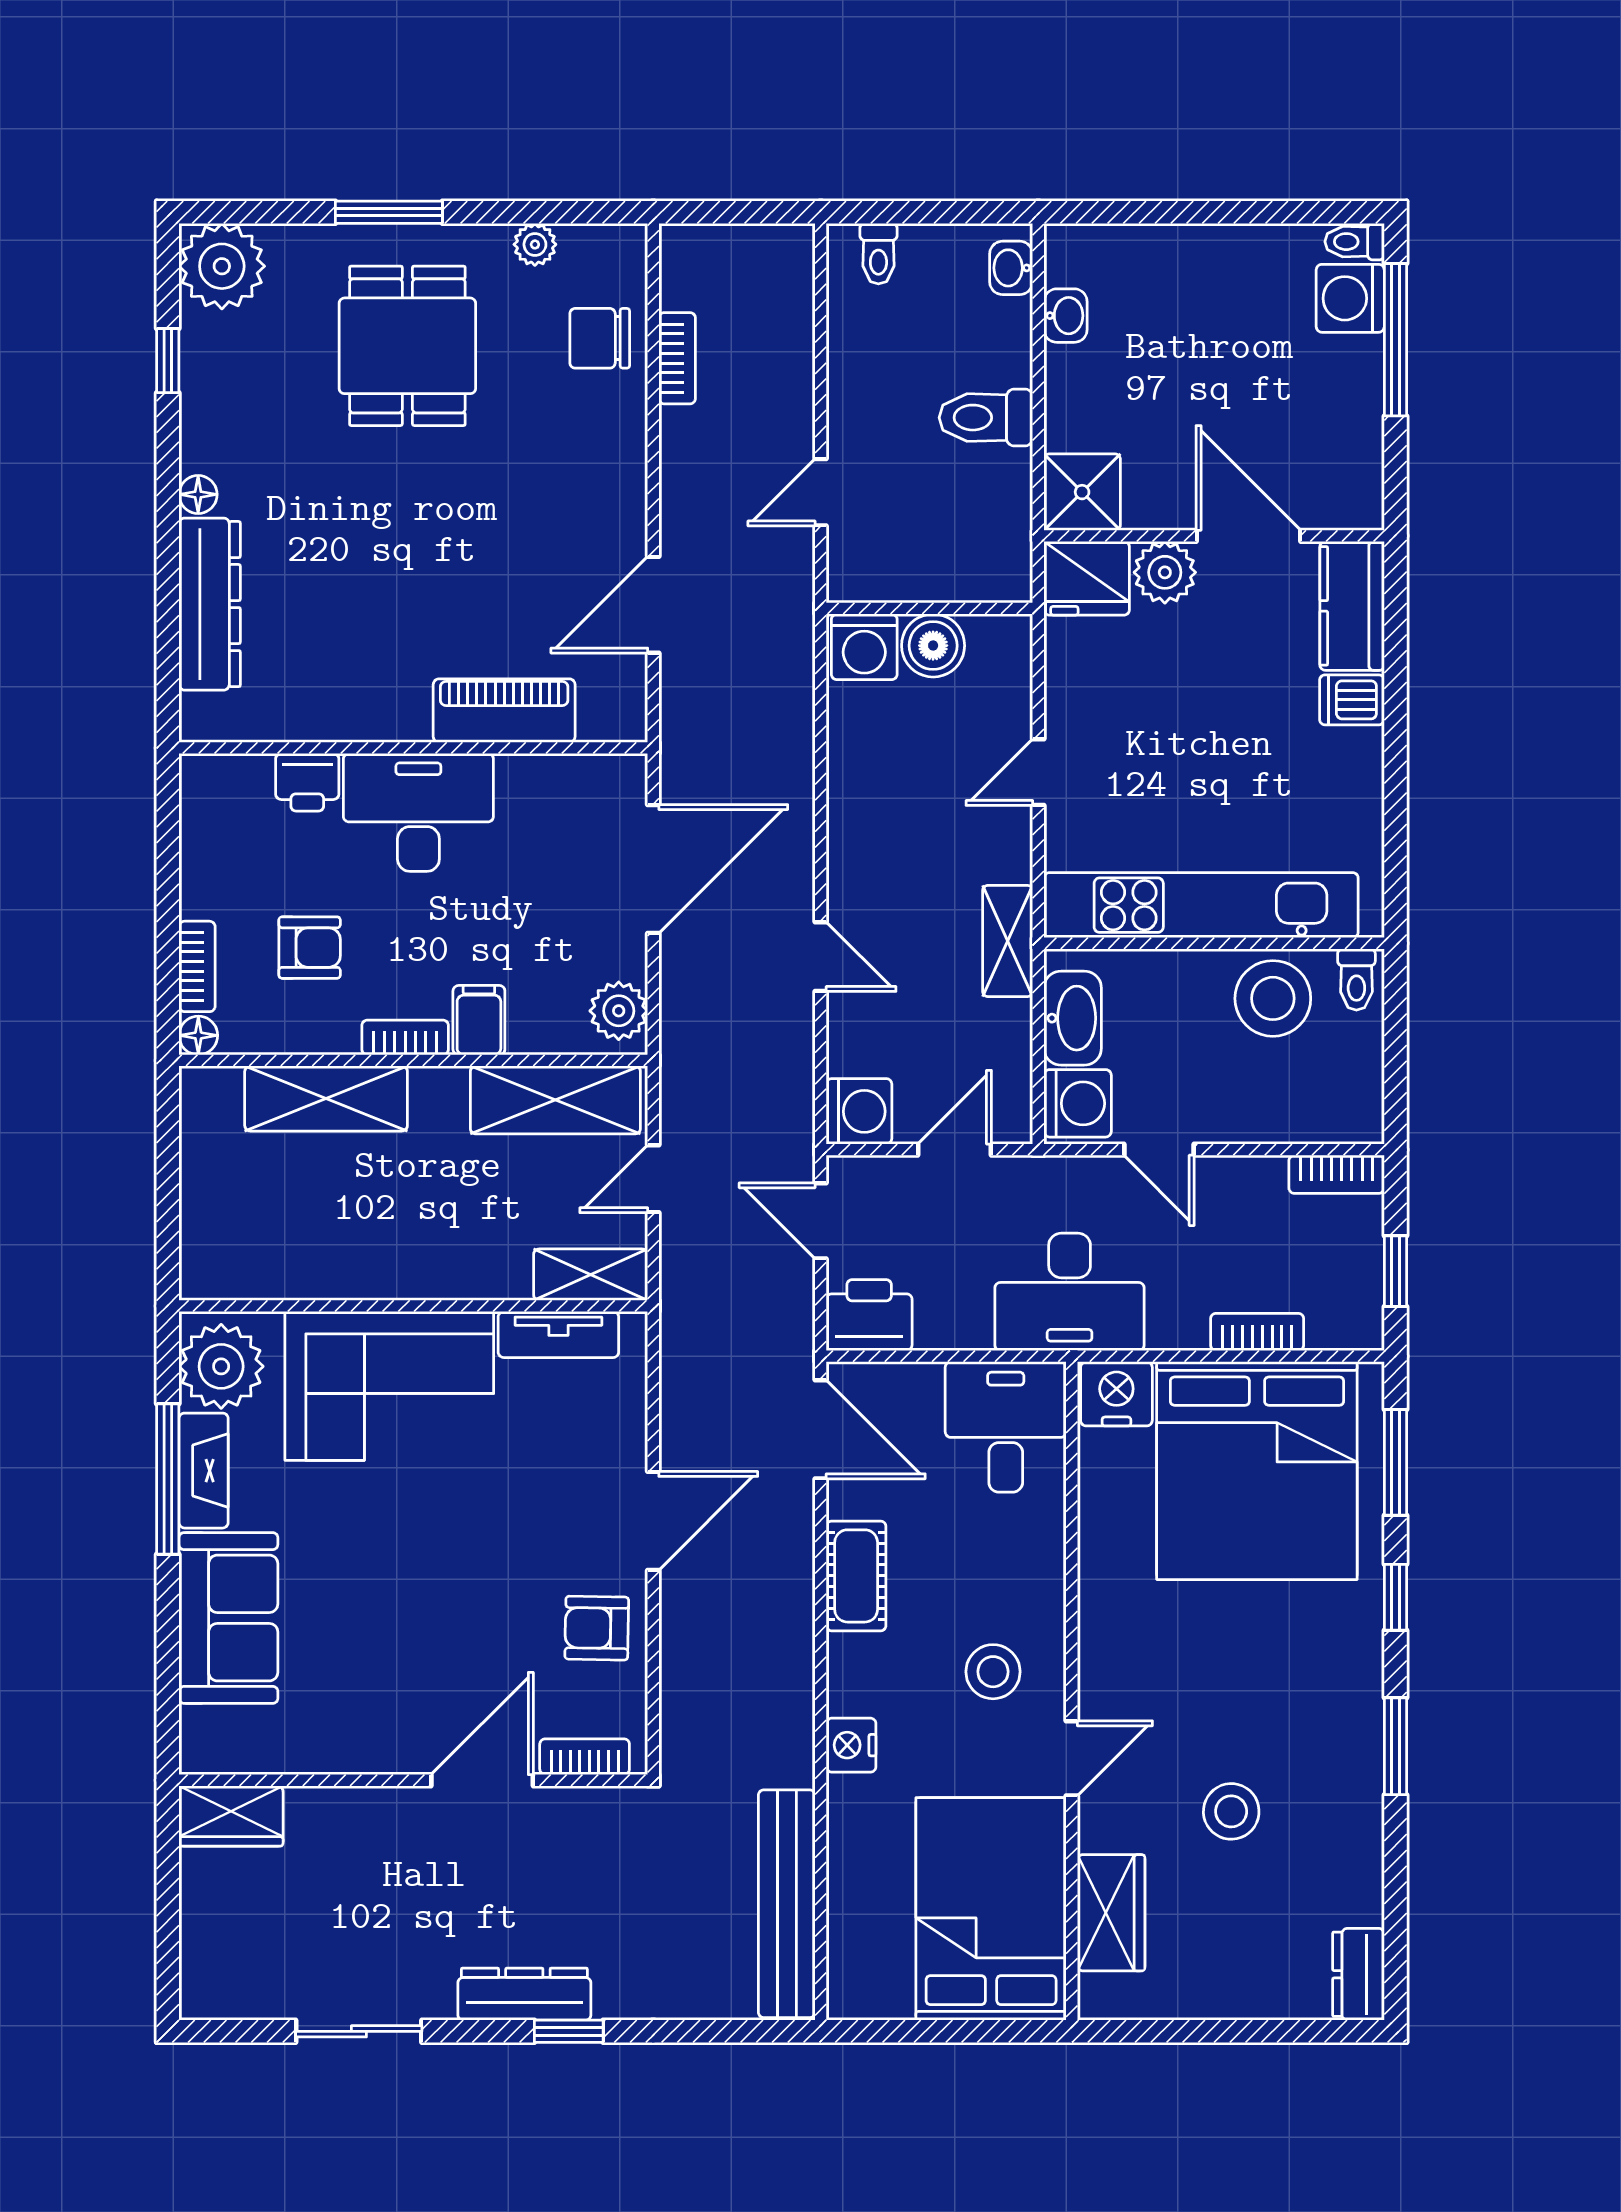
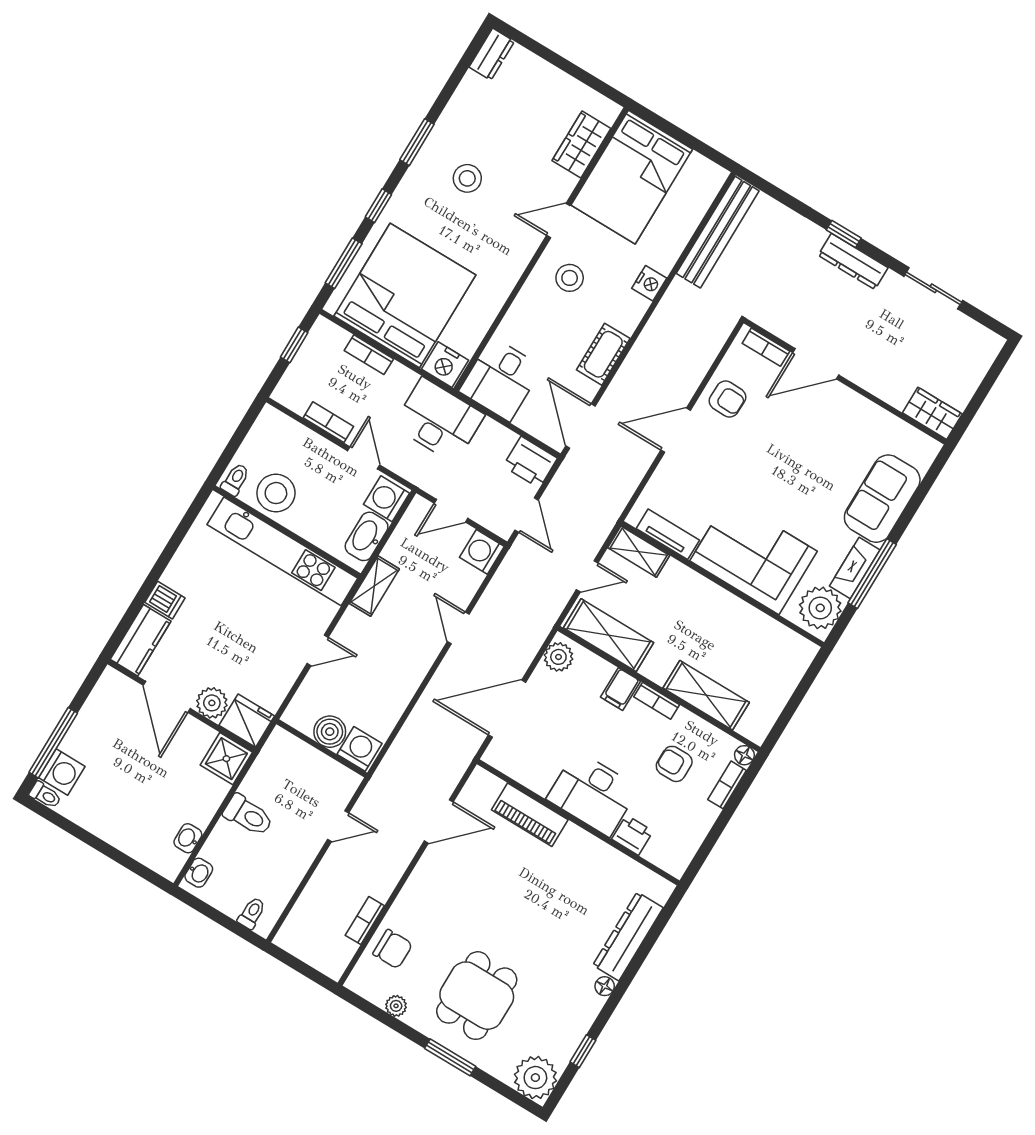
bookcase: (1337, 1174) -> (328, 422), moved
stool: (1231, 1811) -> (467, 178), moved

